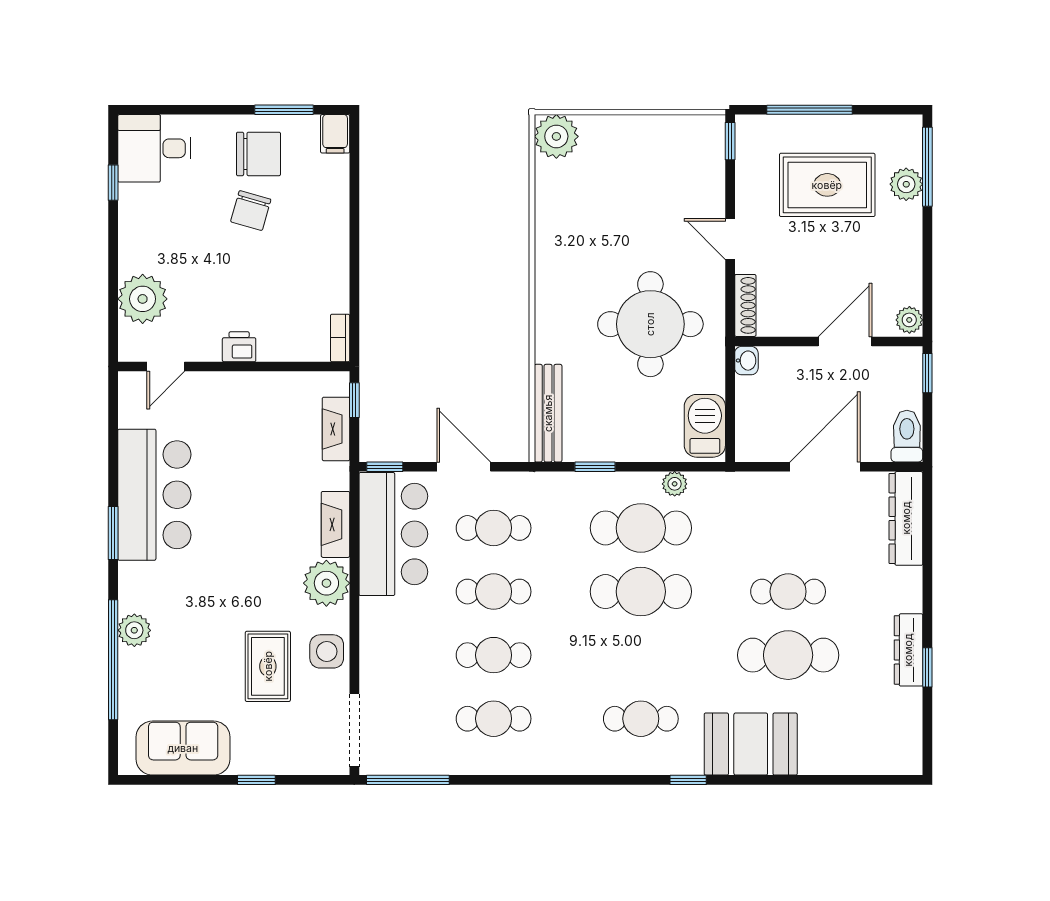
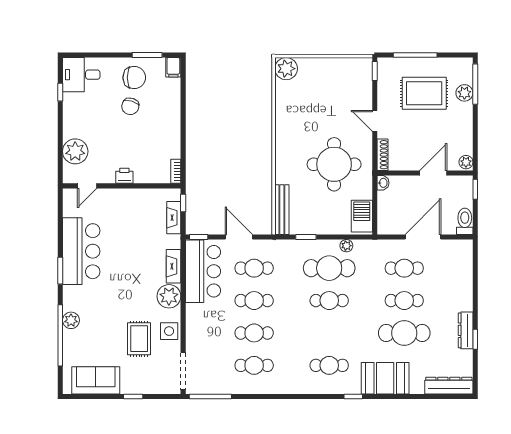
dresser: (906, 518) -> (449, 386), moved, turned 90
cafe table: (788, 528) -> (404, 268), added
cafe table: (641, 592) -> (329, 301), width x0.73, depth x0.74

